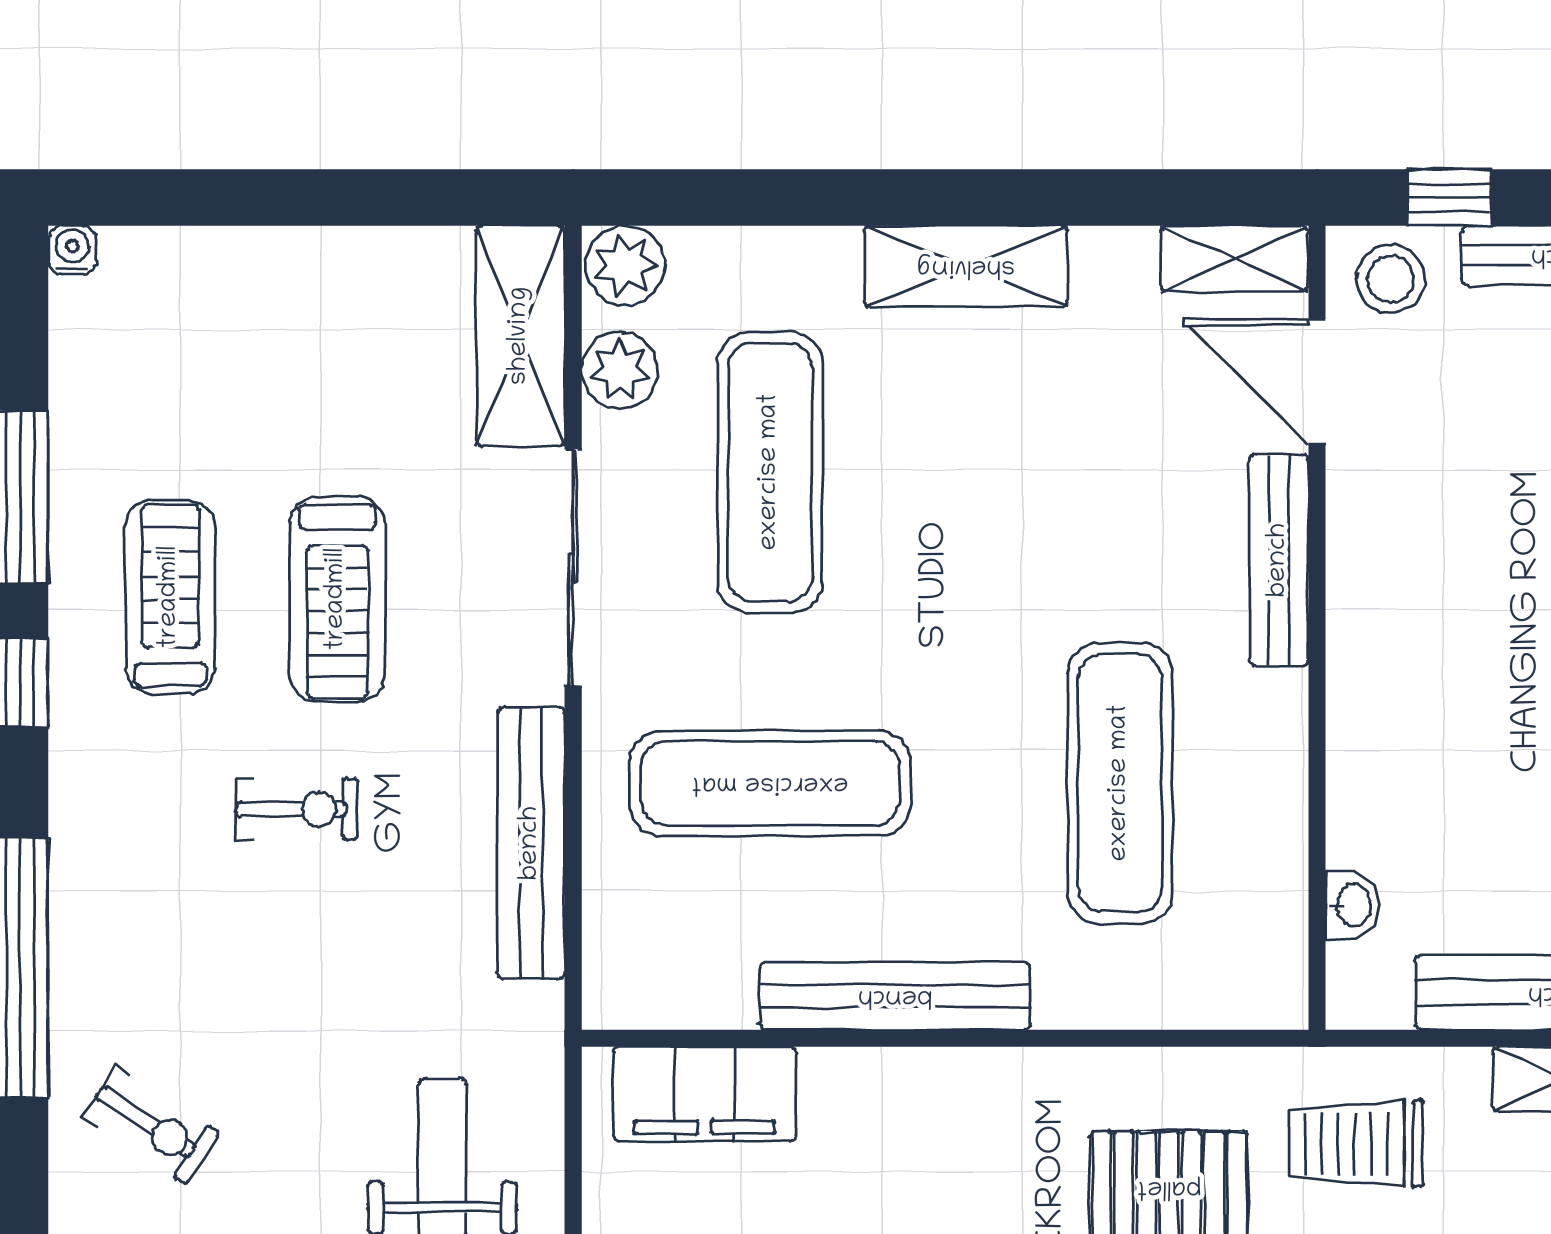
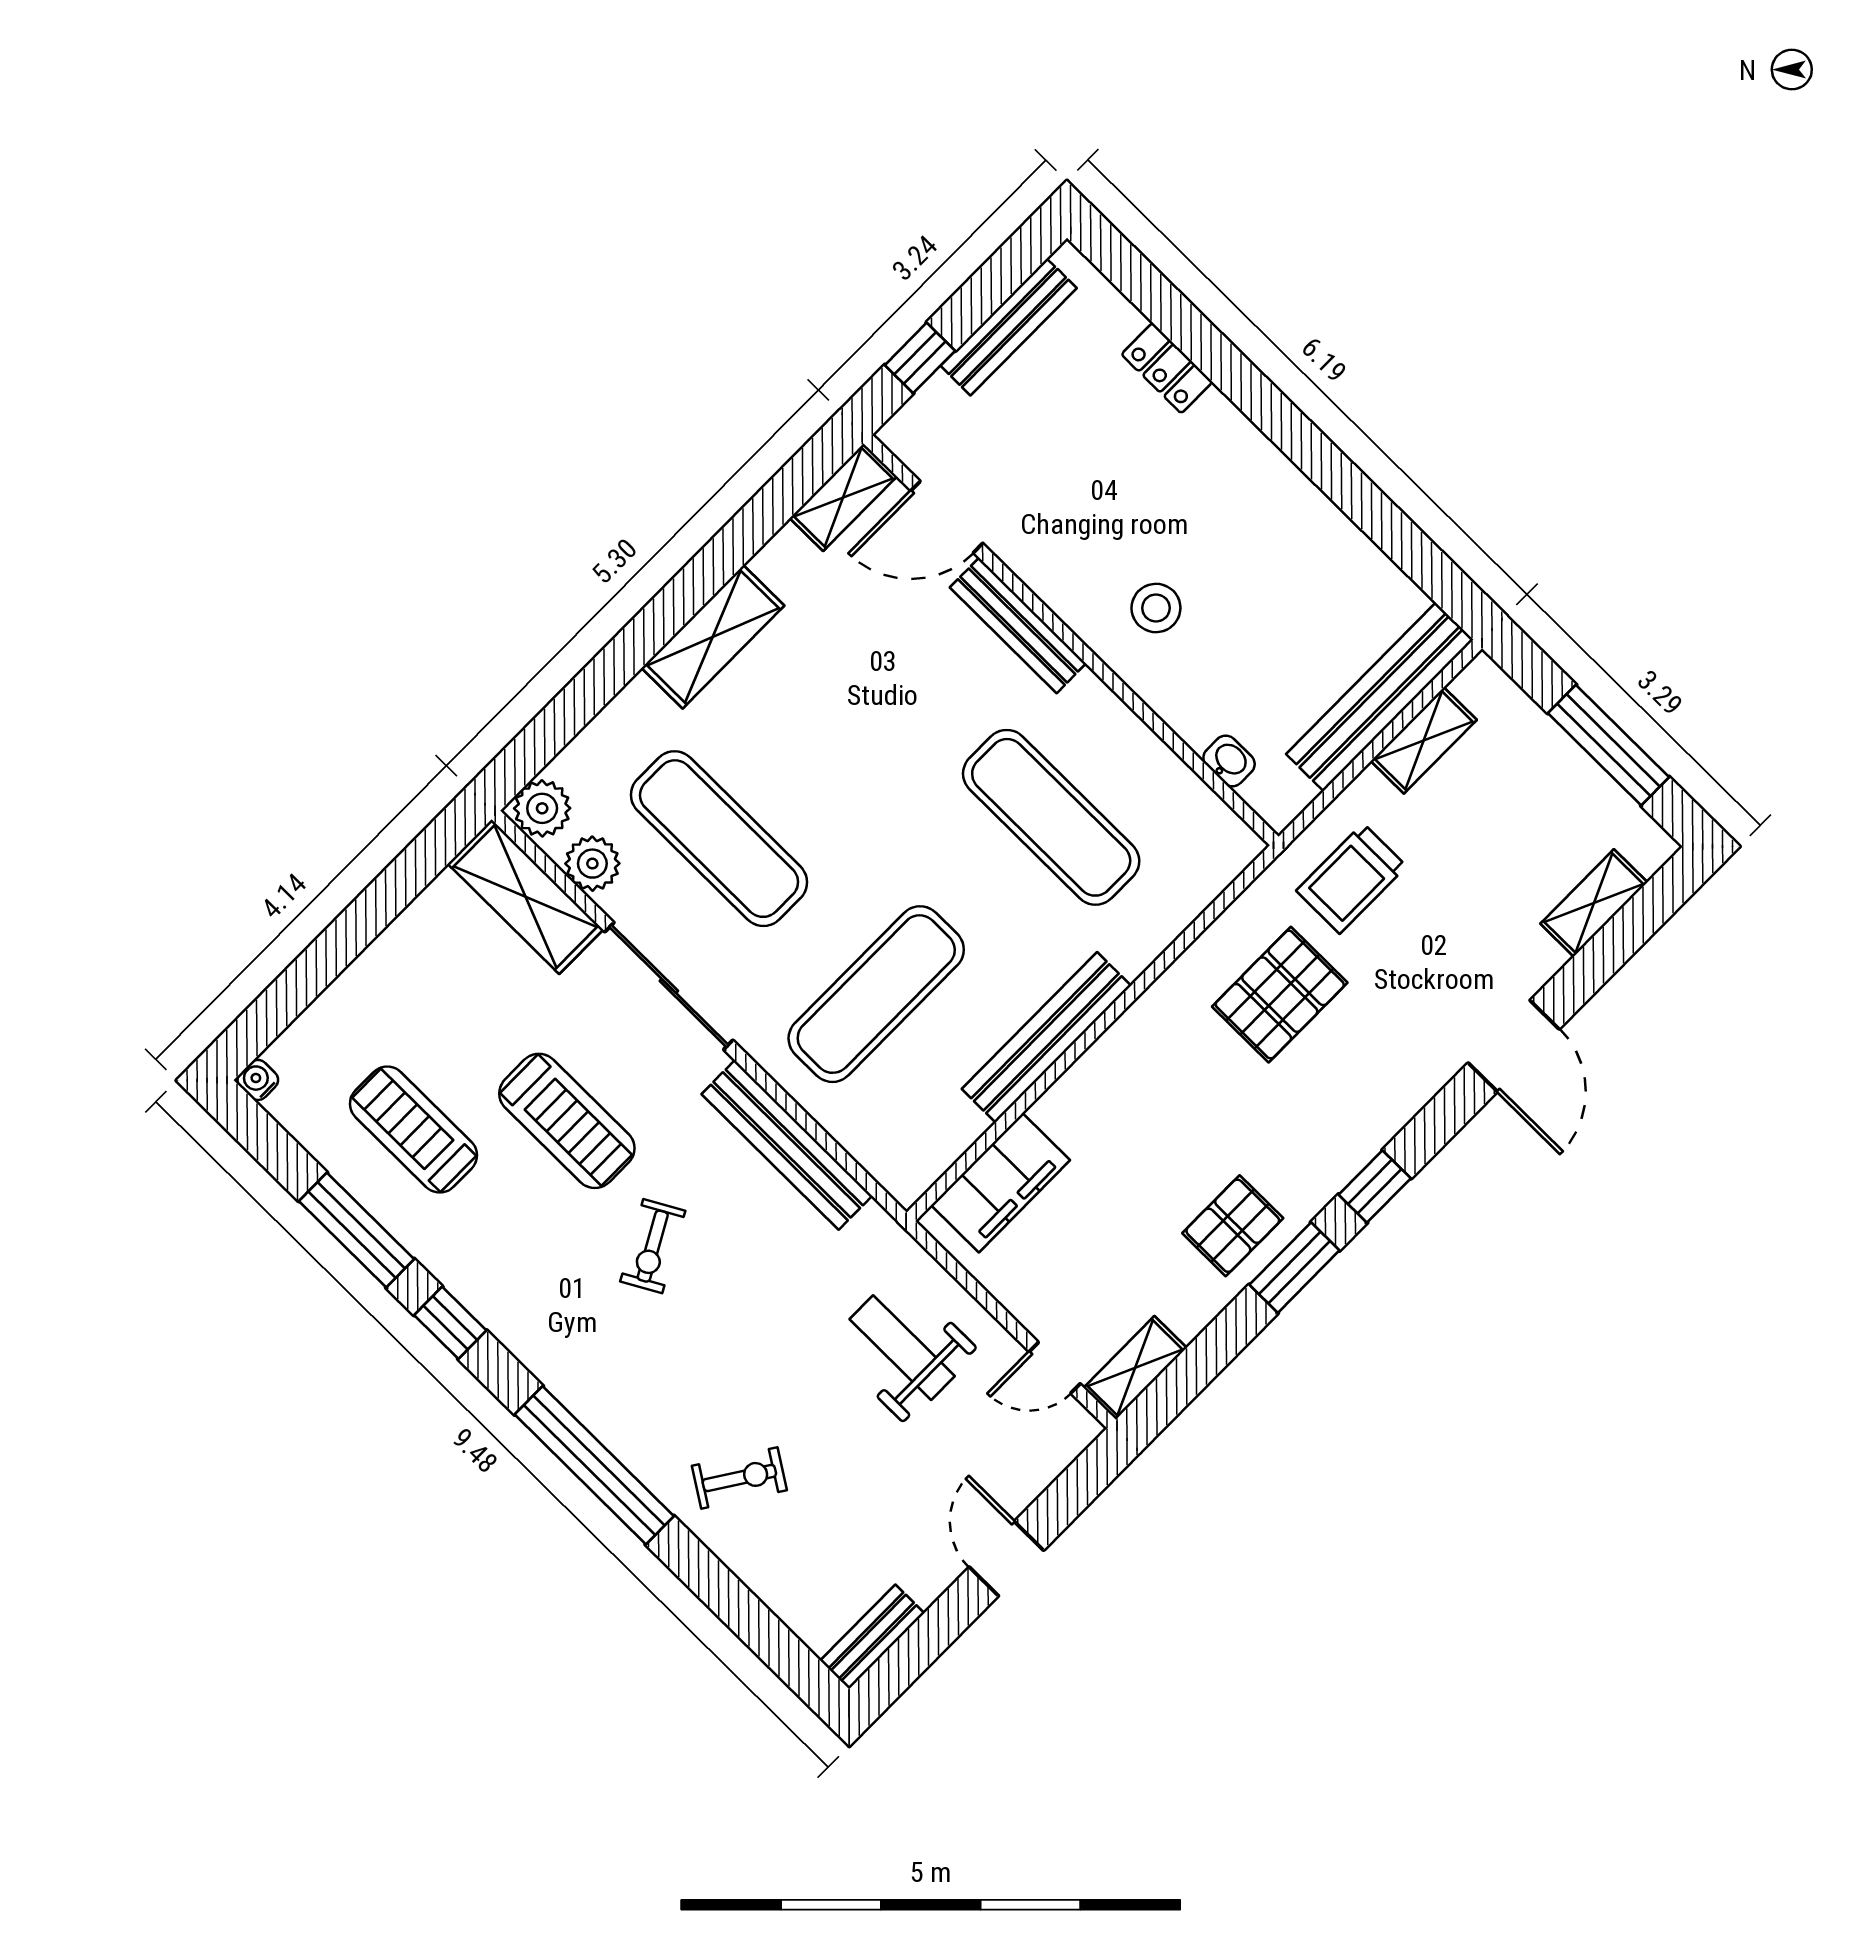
stool: (1391, 279) -> (1156, 608), moved
treadmill: (170, 597) -> (413, 1130), moved
exercise bike: (297, 809) -> (653, 1246), turned 151

